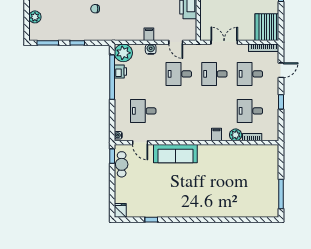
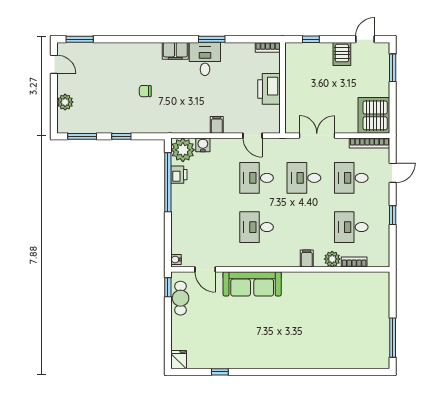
water cooler: (151, 49) -> (203, 145), moved
desk: (143, 111) -> (257, 227), moved

